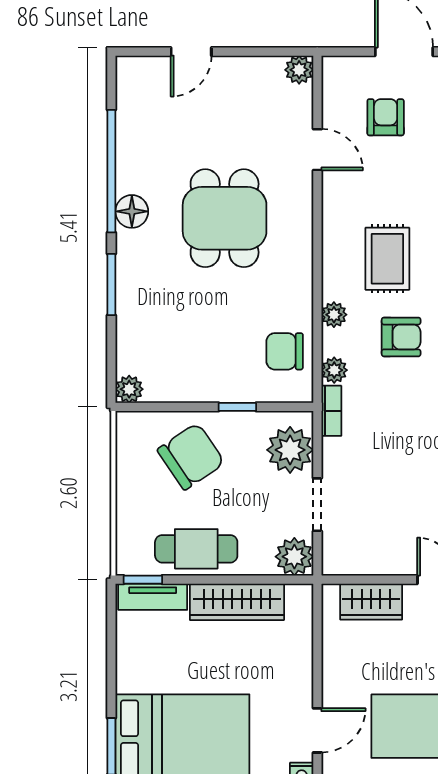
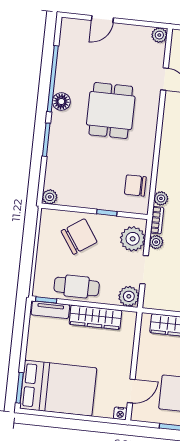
plant: (334, 315) -> (156, 242), moved

